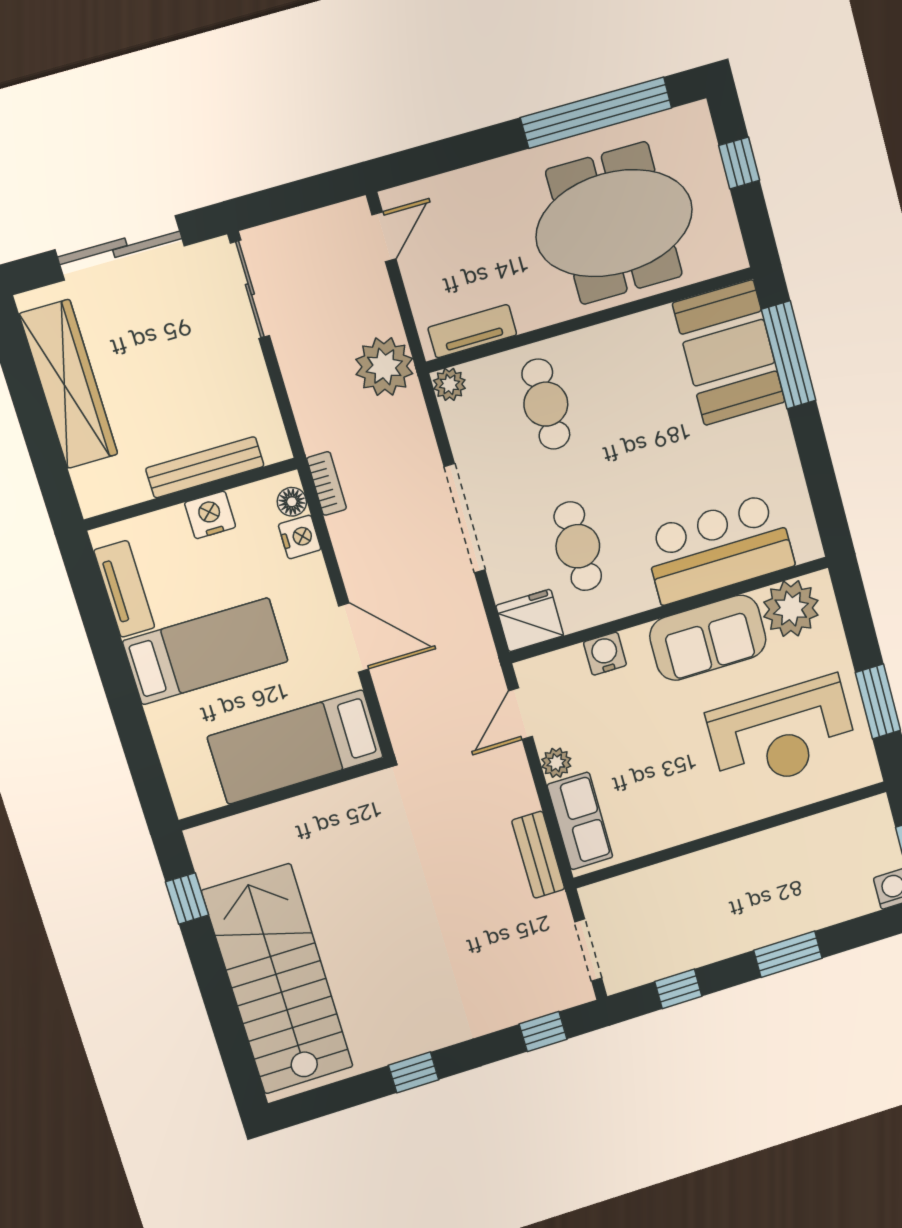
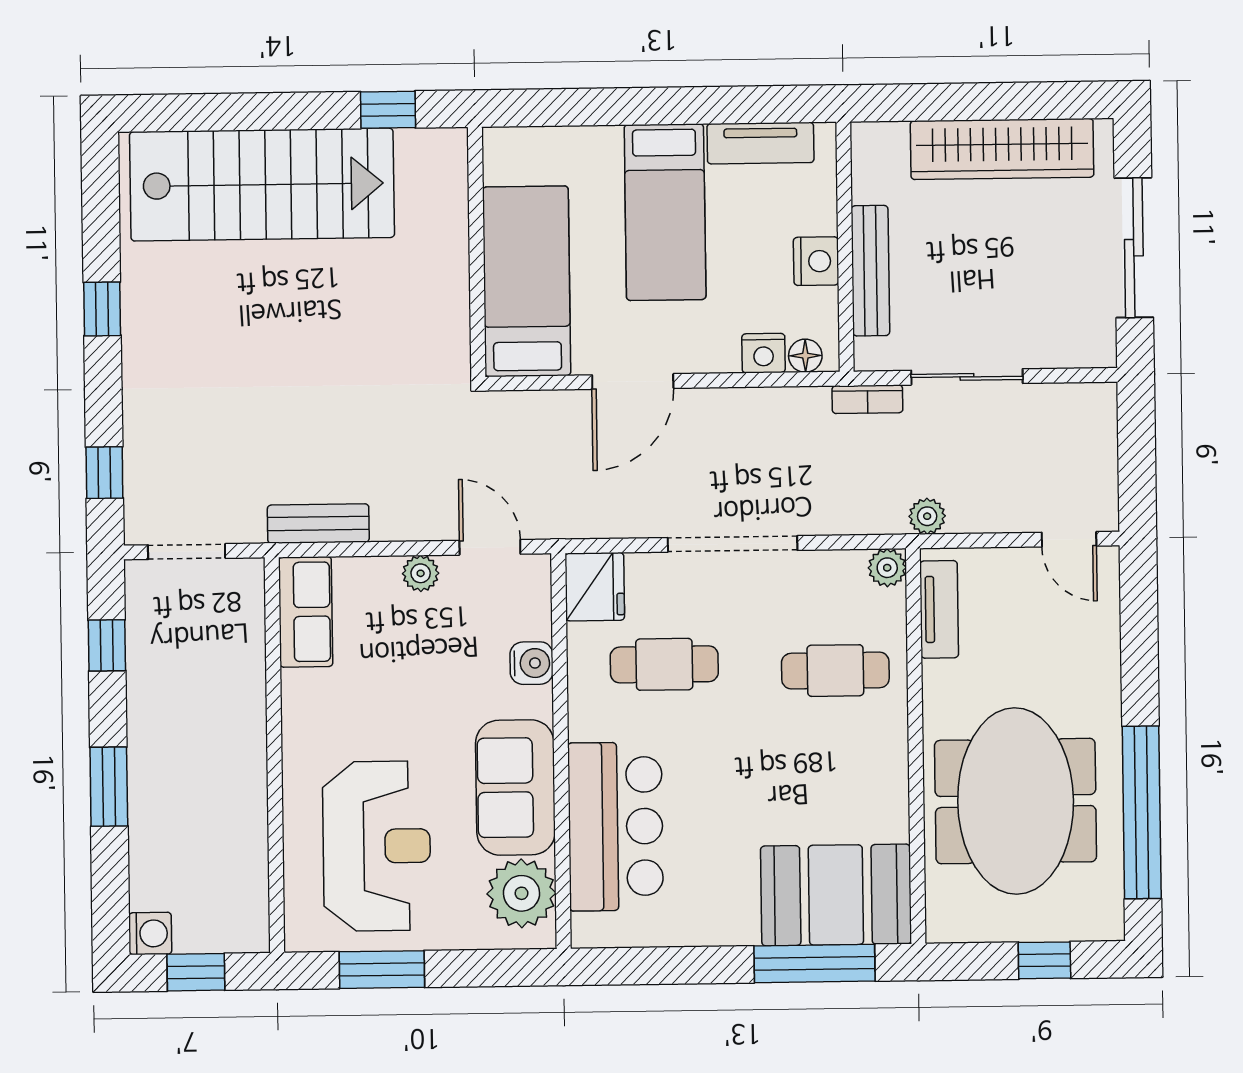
sliding door: (250, 289) -> (967, 377), moved
plant: (384, 366) -> (927, 516), width x0.53, depth x0.53
bookcase: (327, 483) -> (867, 399), moved
reception desk: (782, 734) -> (377, 846), turned 180
row of seats: (580, 821) -> (306, 612), moved, turned -90

